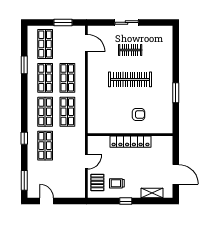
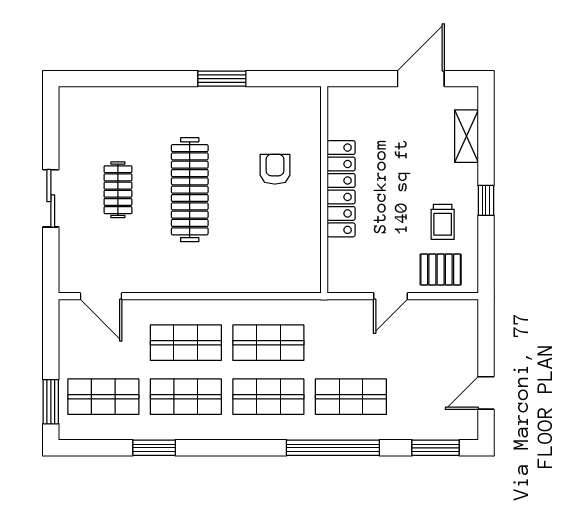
window: (63, 22) -> (51, 402), moved
door: (86, 43) -> (101, 296), swing flipped
window: (24, 138) -> (333, 448), width x3.17
door: (86, 162) -> (391, 296), swing flipped

